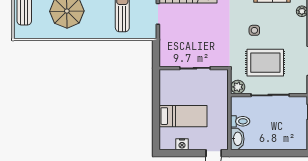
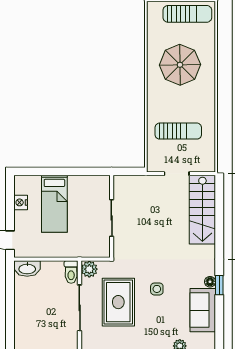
toilet: (240, 121) -> (71, 272), moved

